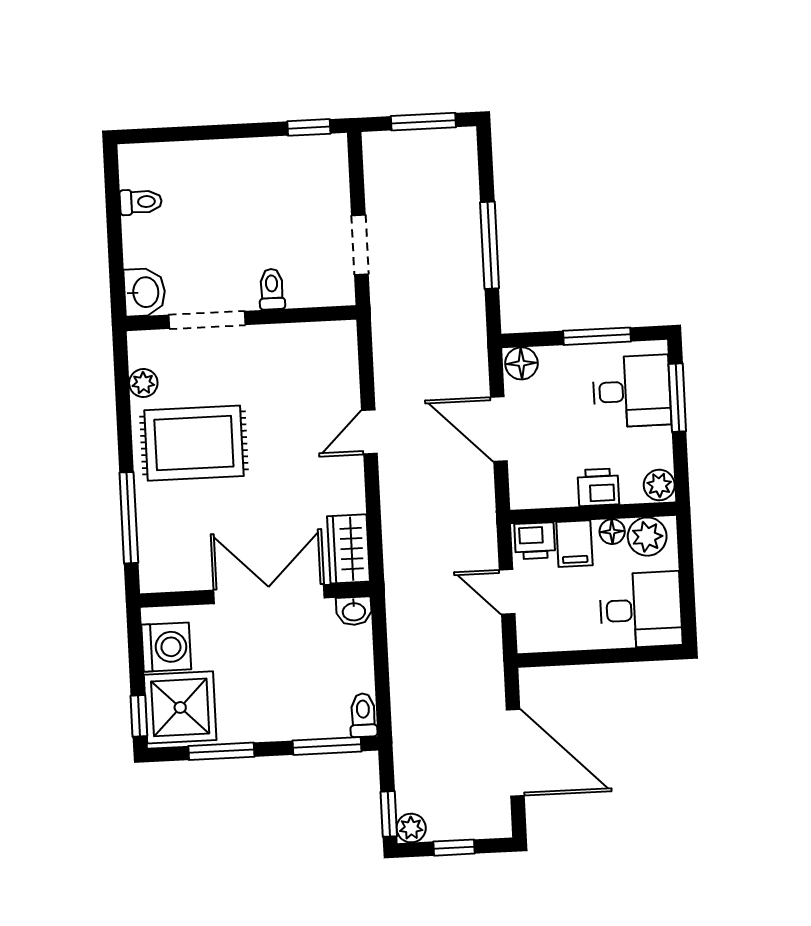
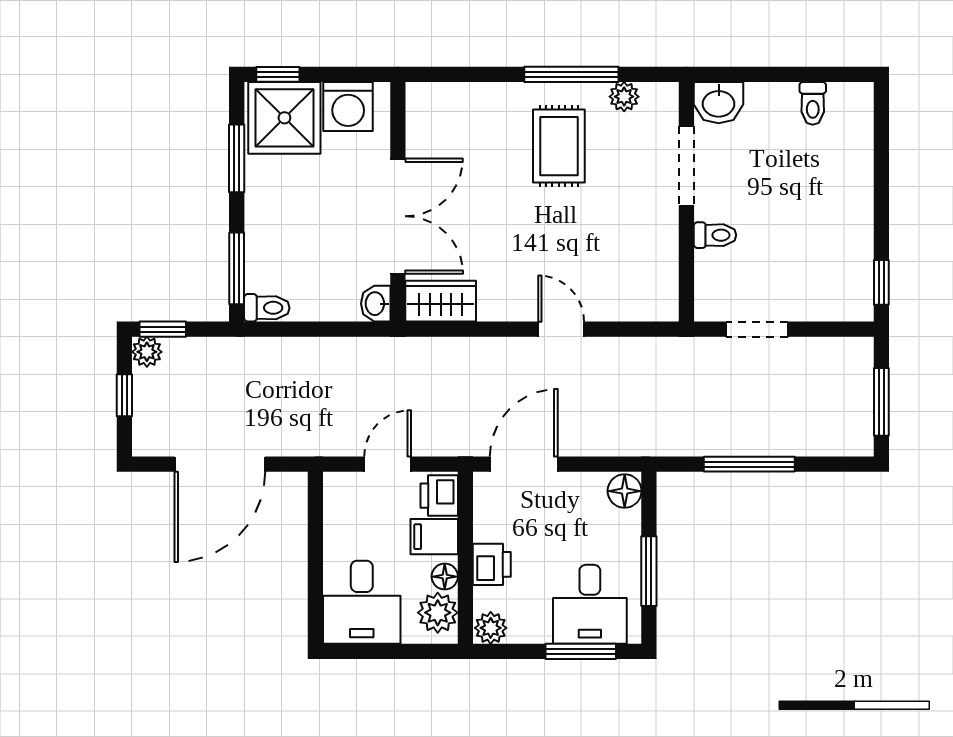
door: (499, 429) -> (524, 464), moved
rug: (194, 443) -> (559, 146), width x0.73, depth x0.70
window: (129, 518) -> (571, 74), moved

